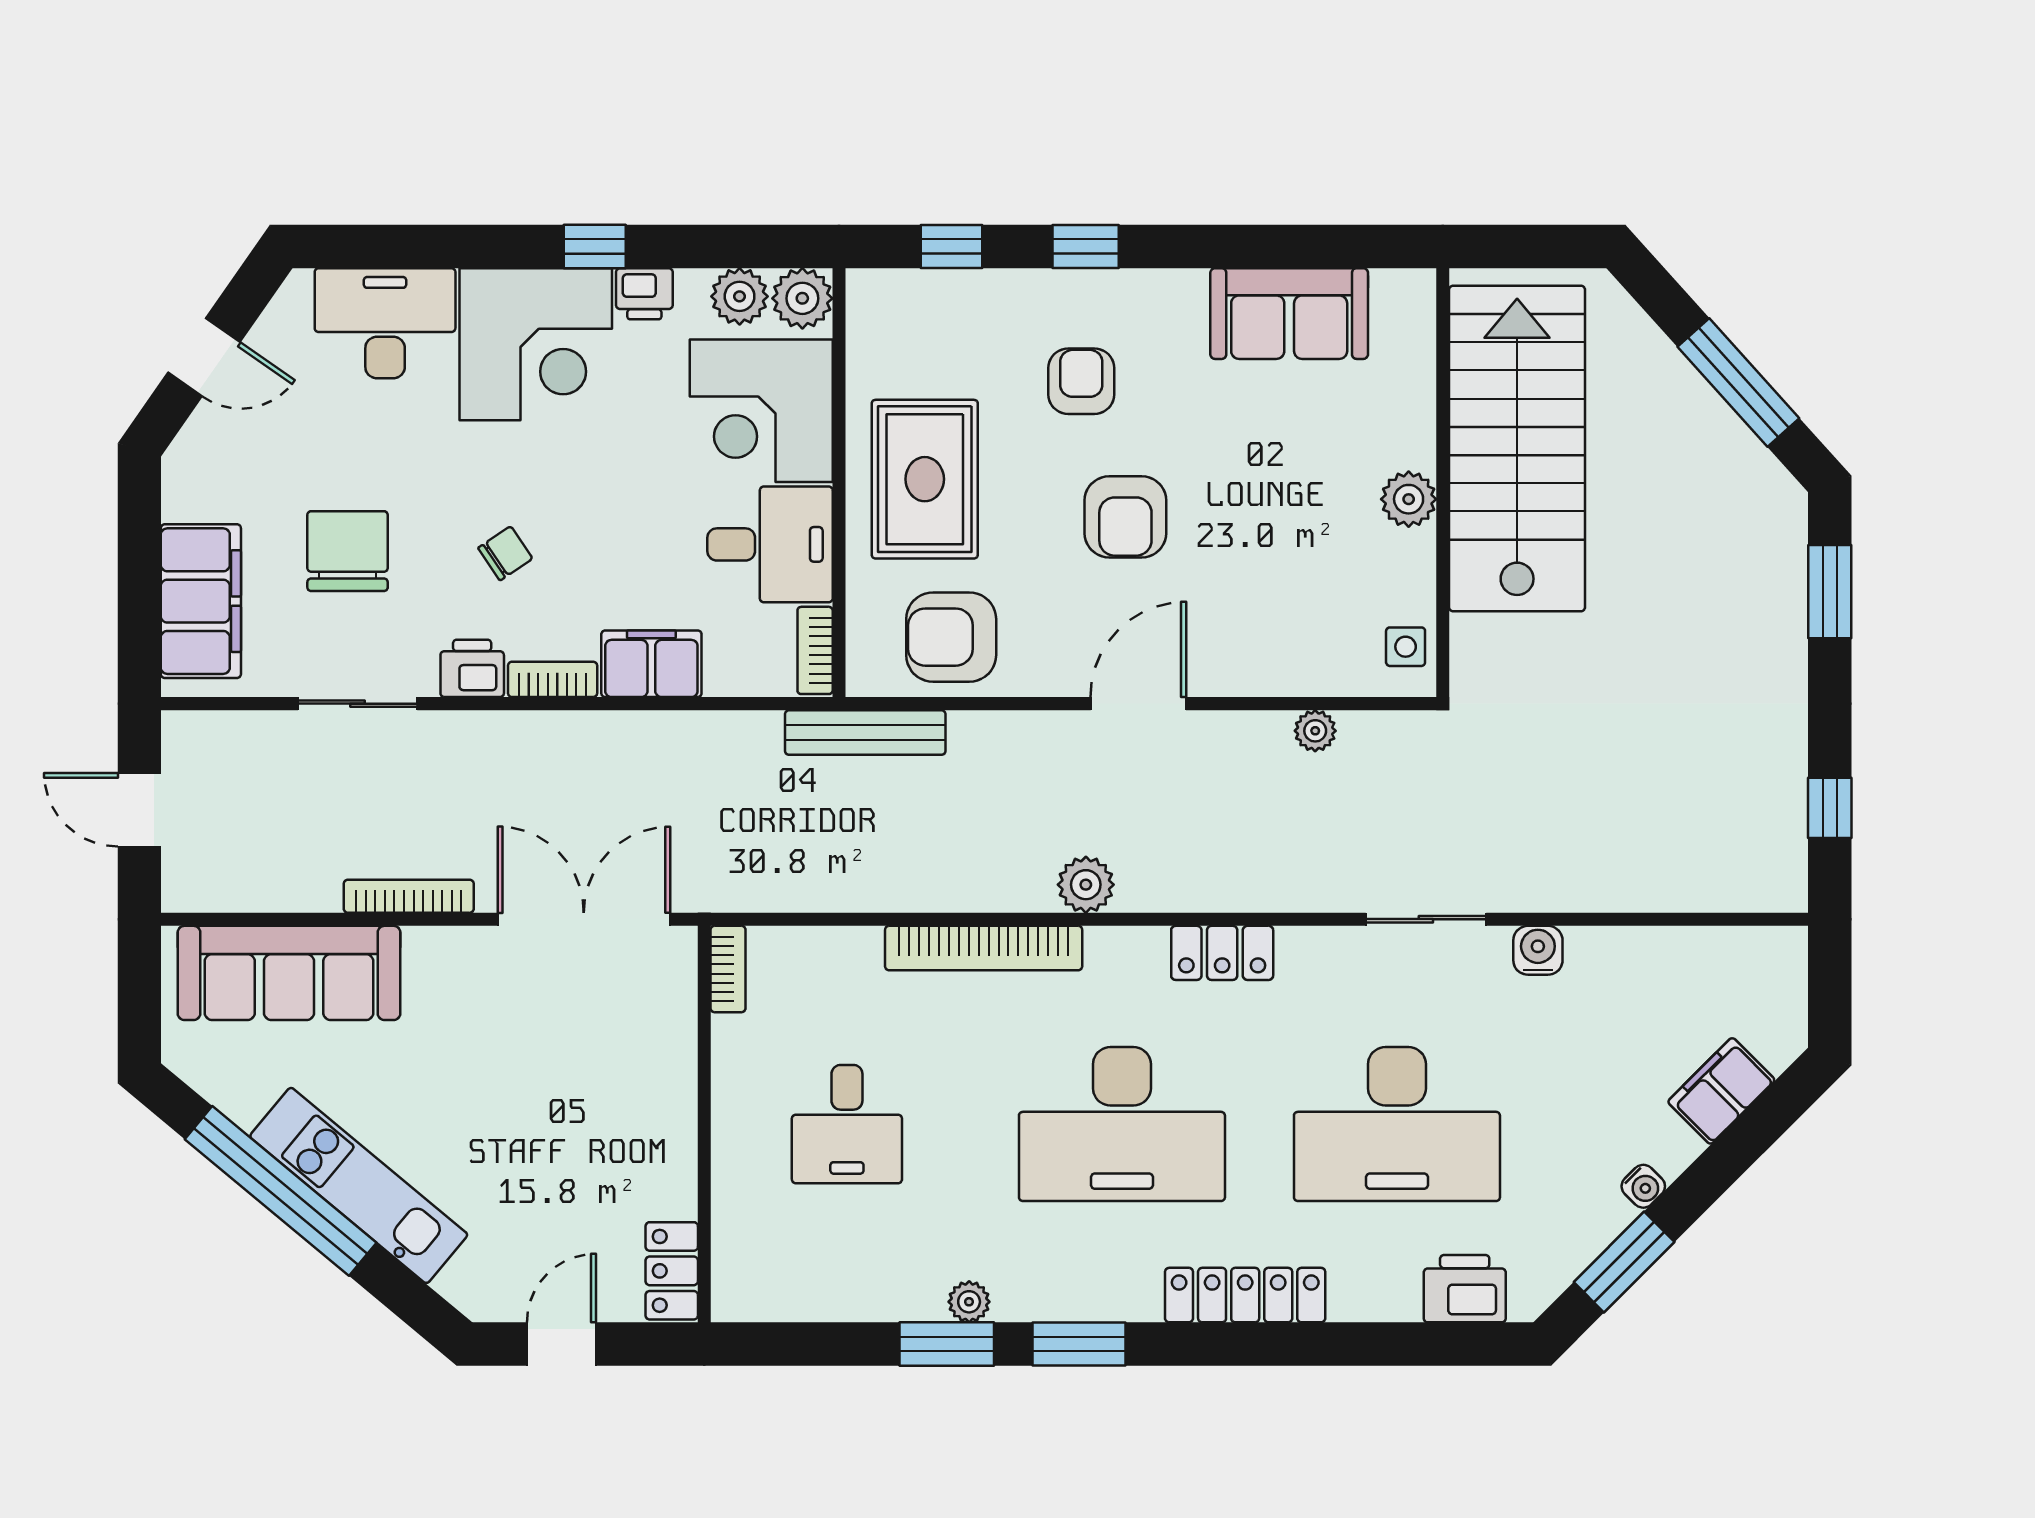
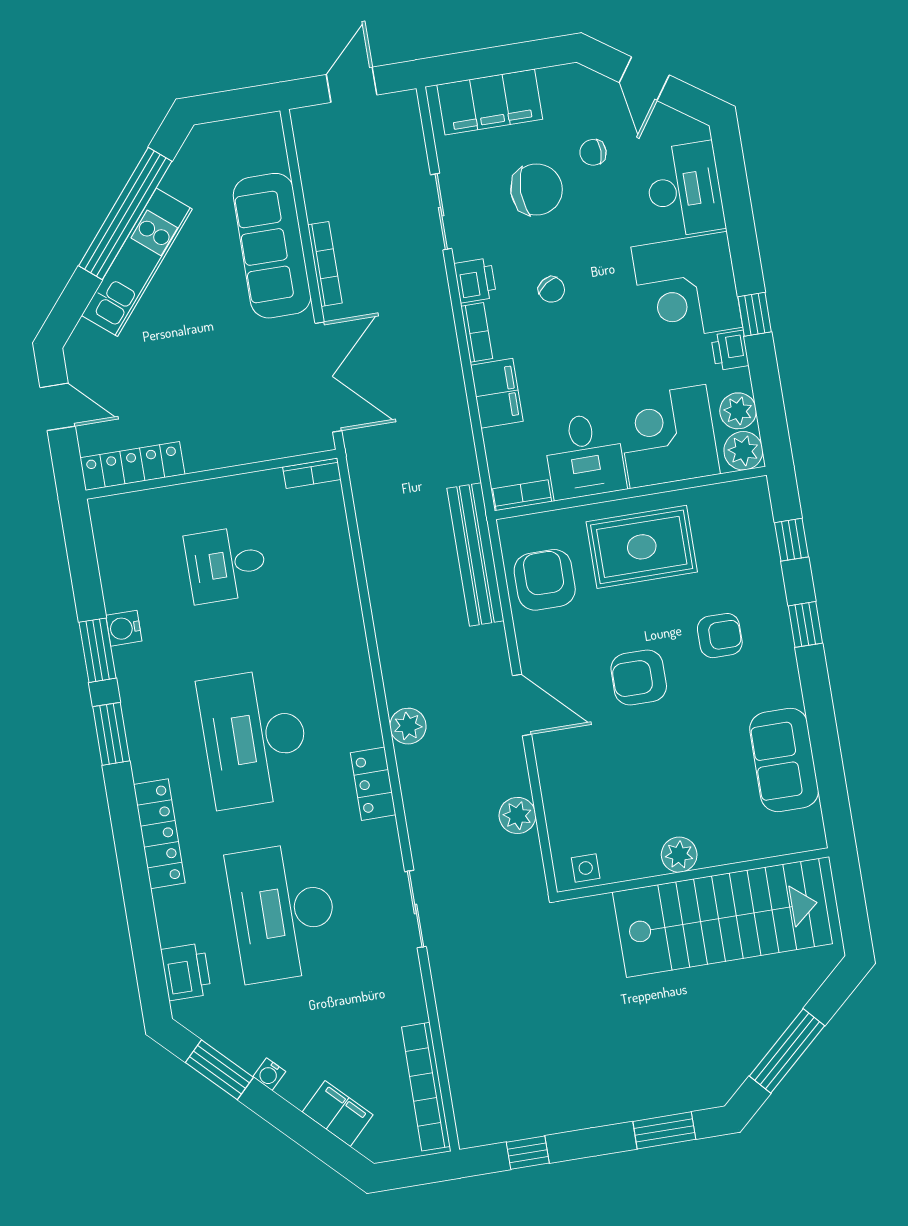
chair: (305, 455) -> (593, 152), added
plant: (1315, 731) -> (517, 815), width x1.38, depth x1.38
bench: (865, 733) -> (475, 554), width x1.37, depth x1.21
plant: (1086, 885) -> (408, 726), moved
bookcase: (984, 948) -> (426, 1087), moved
water cooler: (1538, 950) -> (124, 628), moved, turned 180
sofa: (289, 973) -> (272, 246), moved
locker: (672, 1271) -> (132, 466), width x1.53
plant: (969, 1302) -> (127, 660), removed

